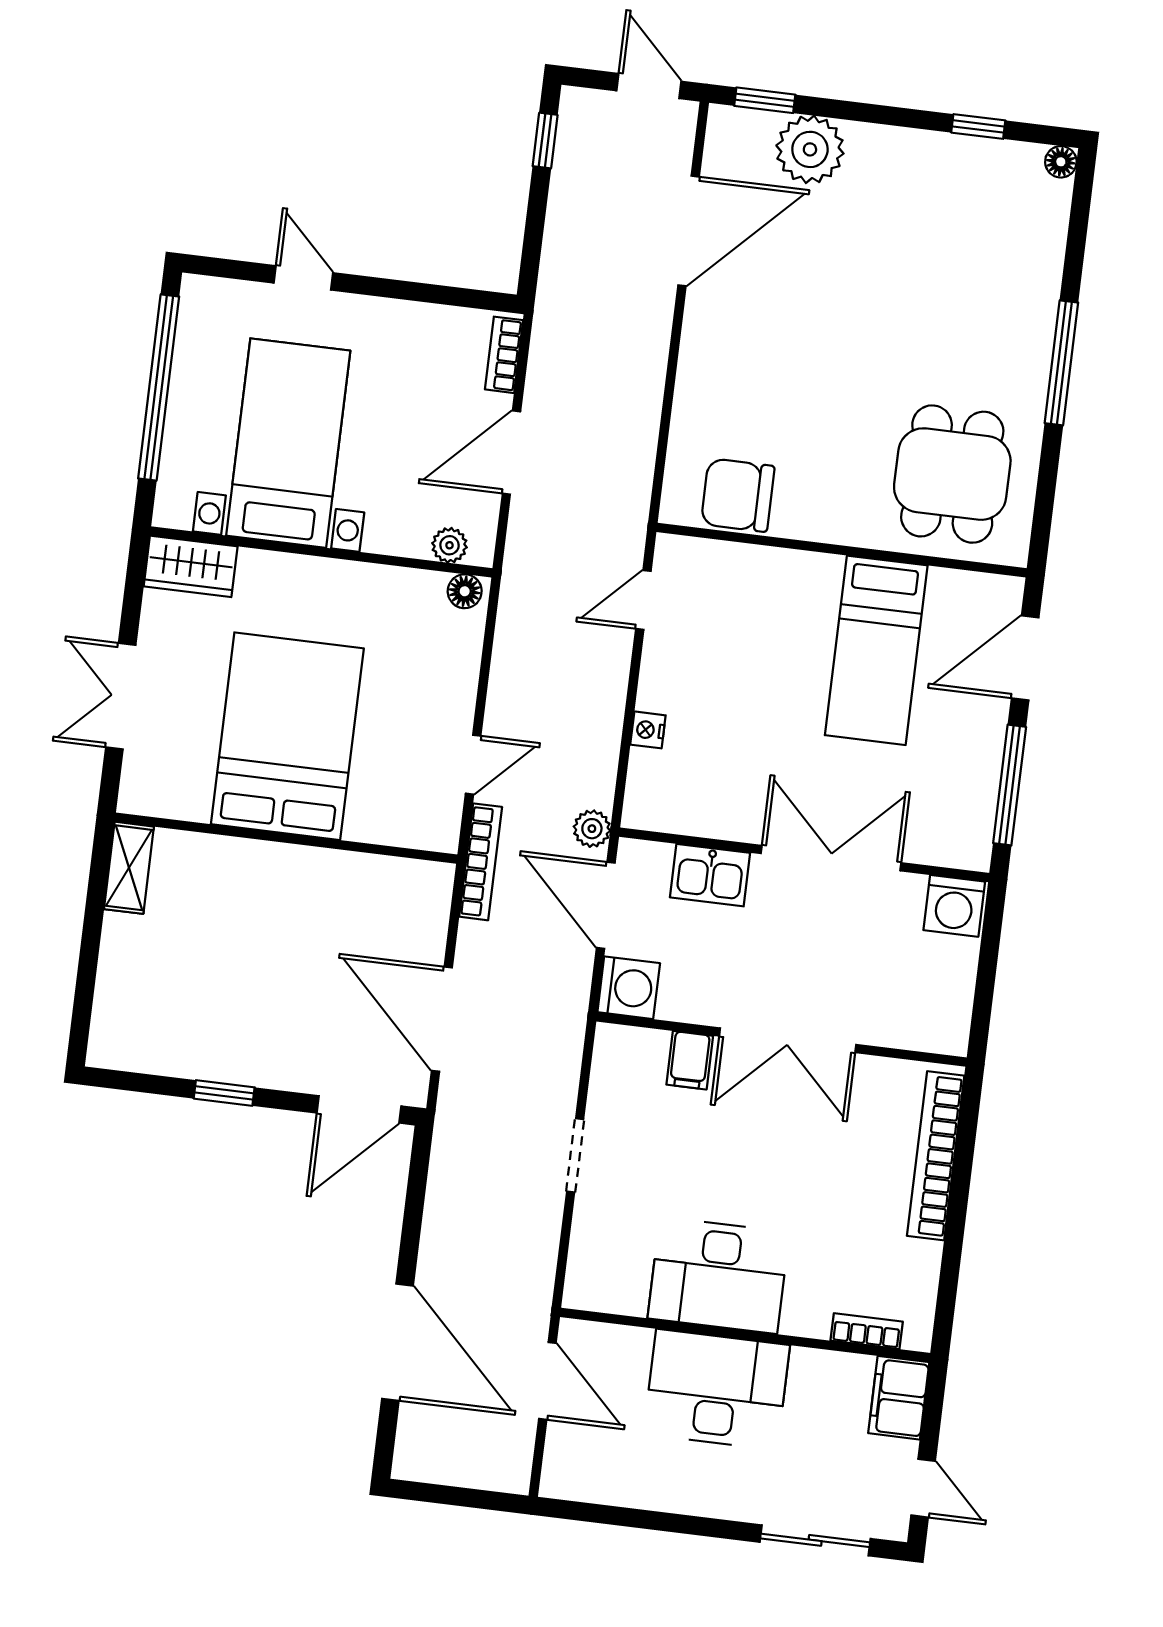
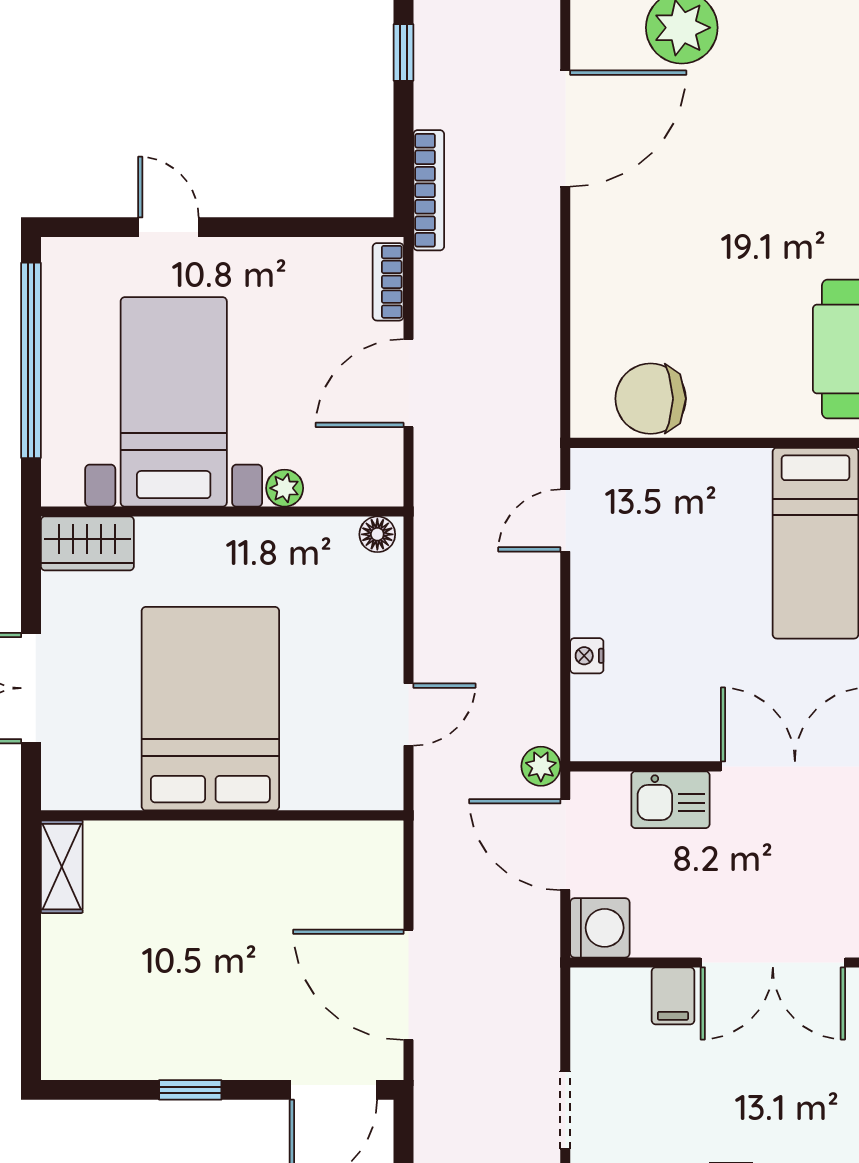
plant: (449, 545) -> (285, 488), moved
bookcase: (481, 862) -> (429, 190), moved

